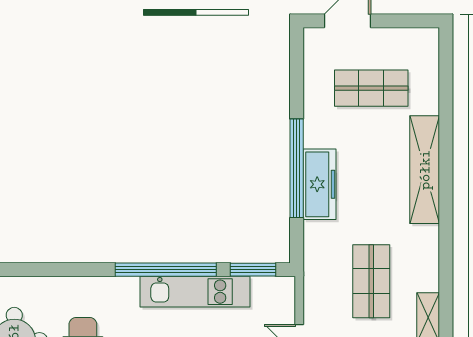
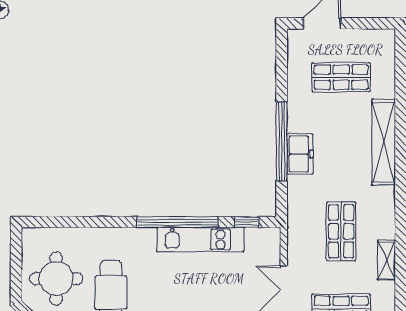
freezer: (320, 184) -> (300, 154), width x0.71
window: (253, 270) -> (247, 222), width x0.67

